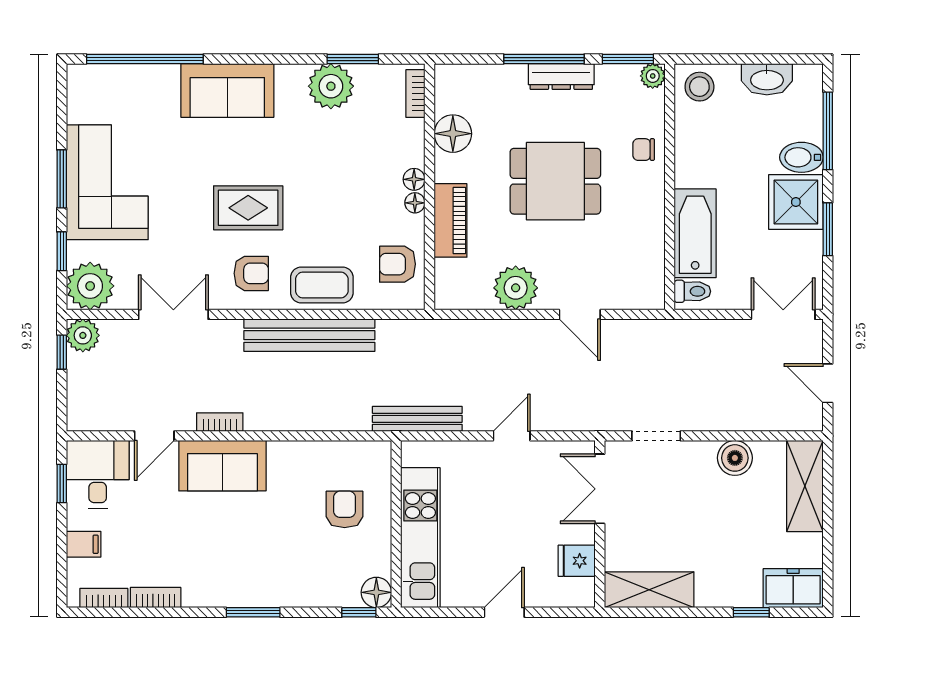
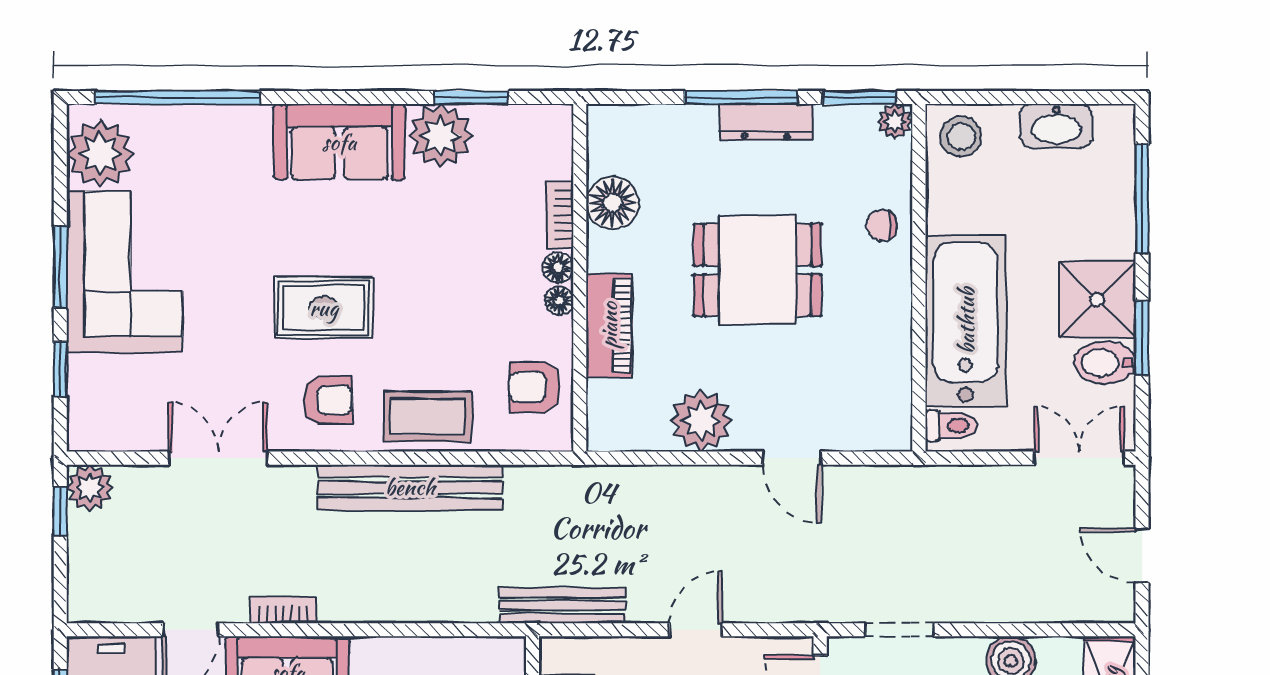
sofa: (227, 90) -> (339, 142), moved
bookcase: (415, 94) -> (560, 215), moved
bidet: (801, 157) -> (1105, 363), moved
bathtub: (695, 233) -> (966, 321), width x1.36, depth x1.36
plant: (90, 286) -> (100, 154), moved

